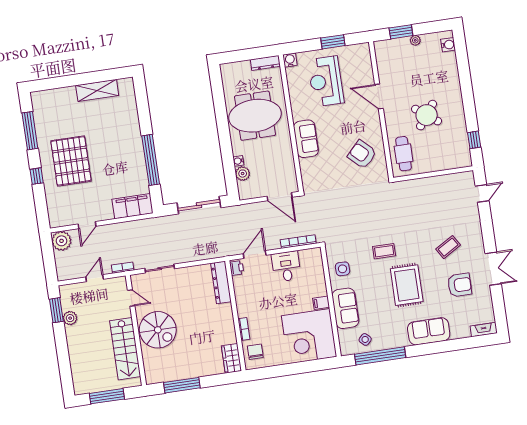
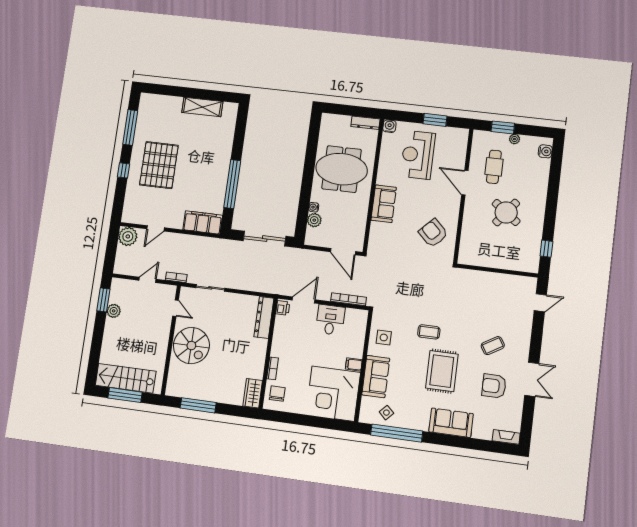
cafe table: (404, 154) -> (494, 167), moved
armchair: (460, 285) -> (494, 386), turned 180
stairs: (125, 349) -> (126, 378), moved, turned 90

